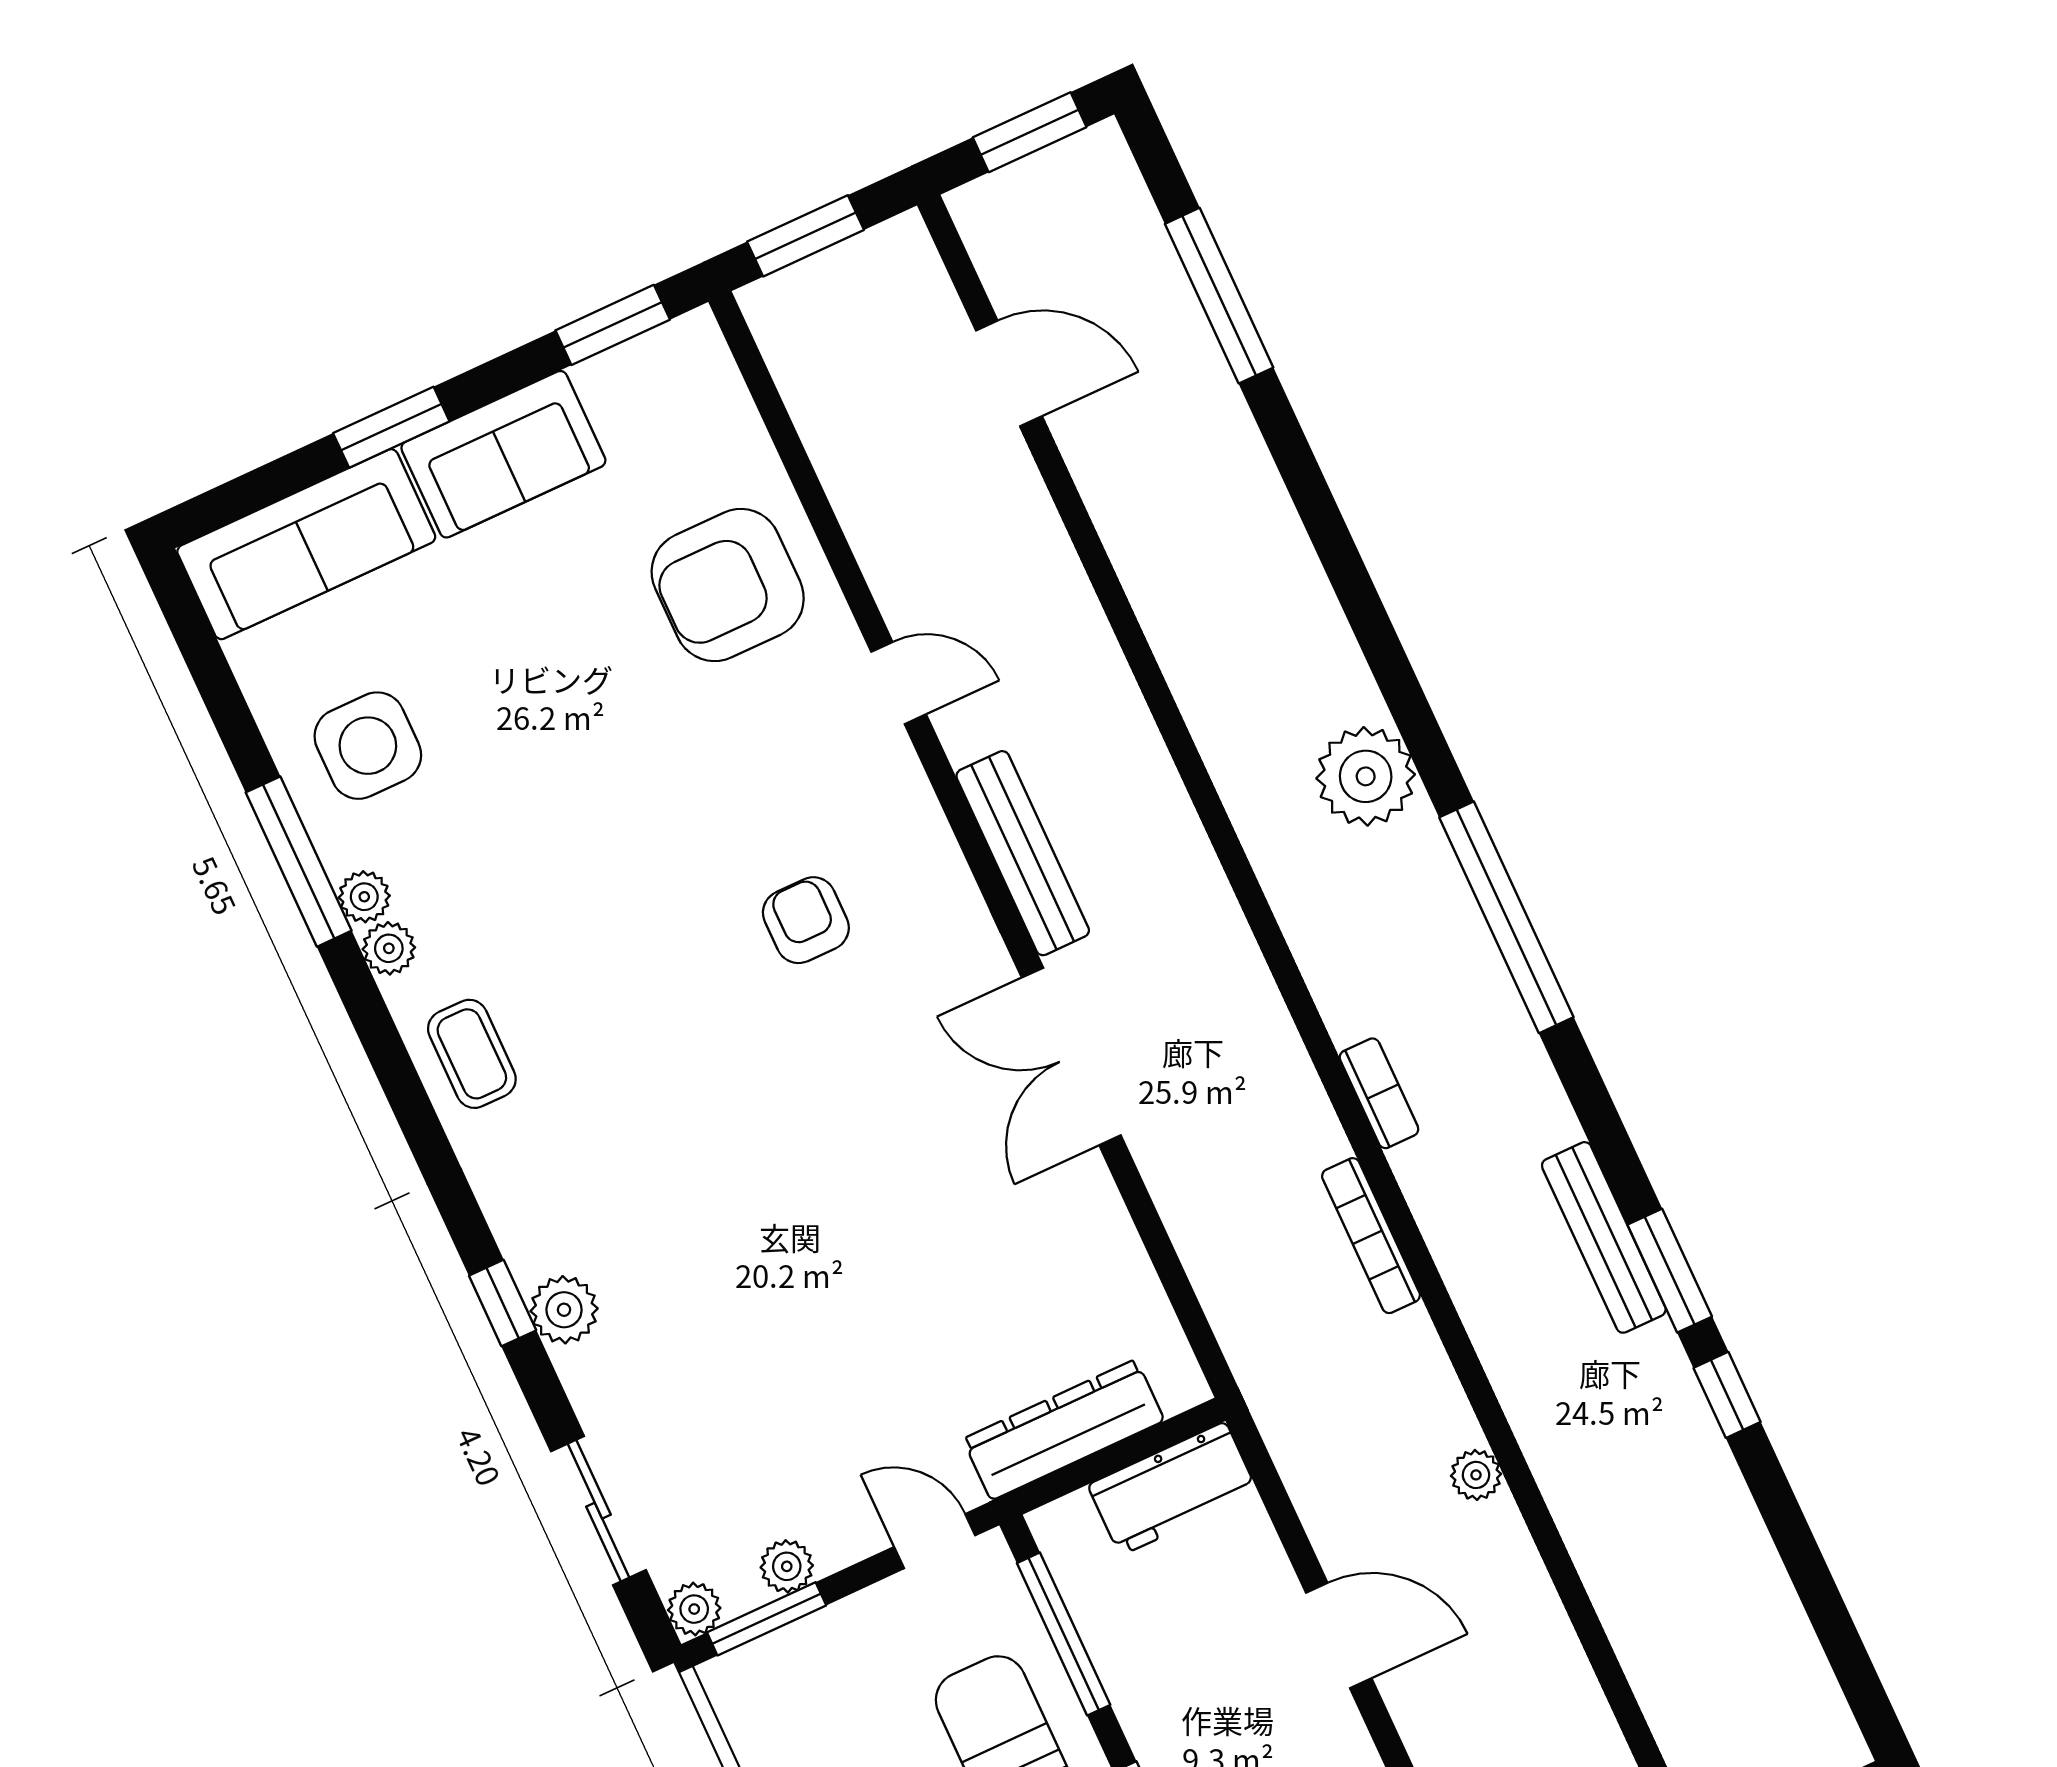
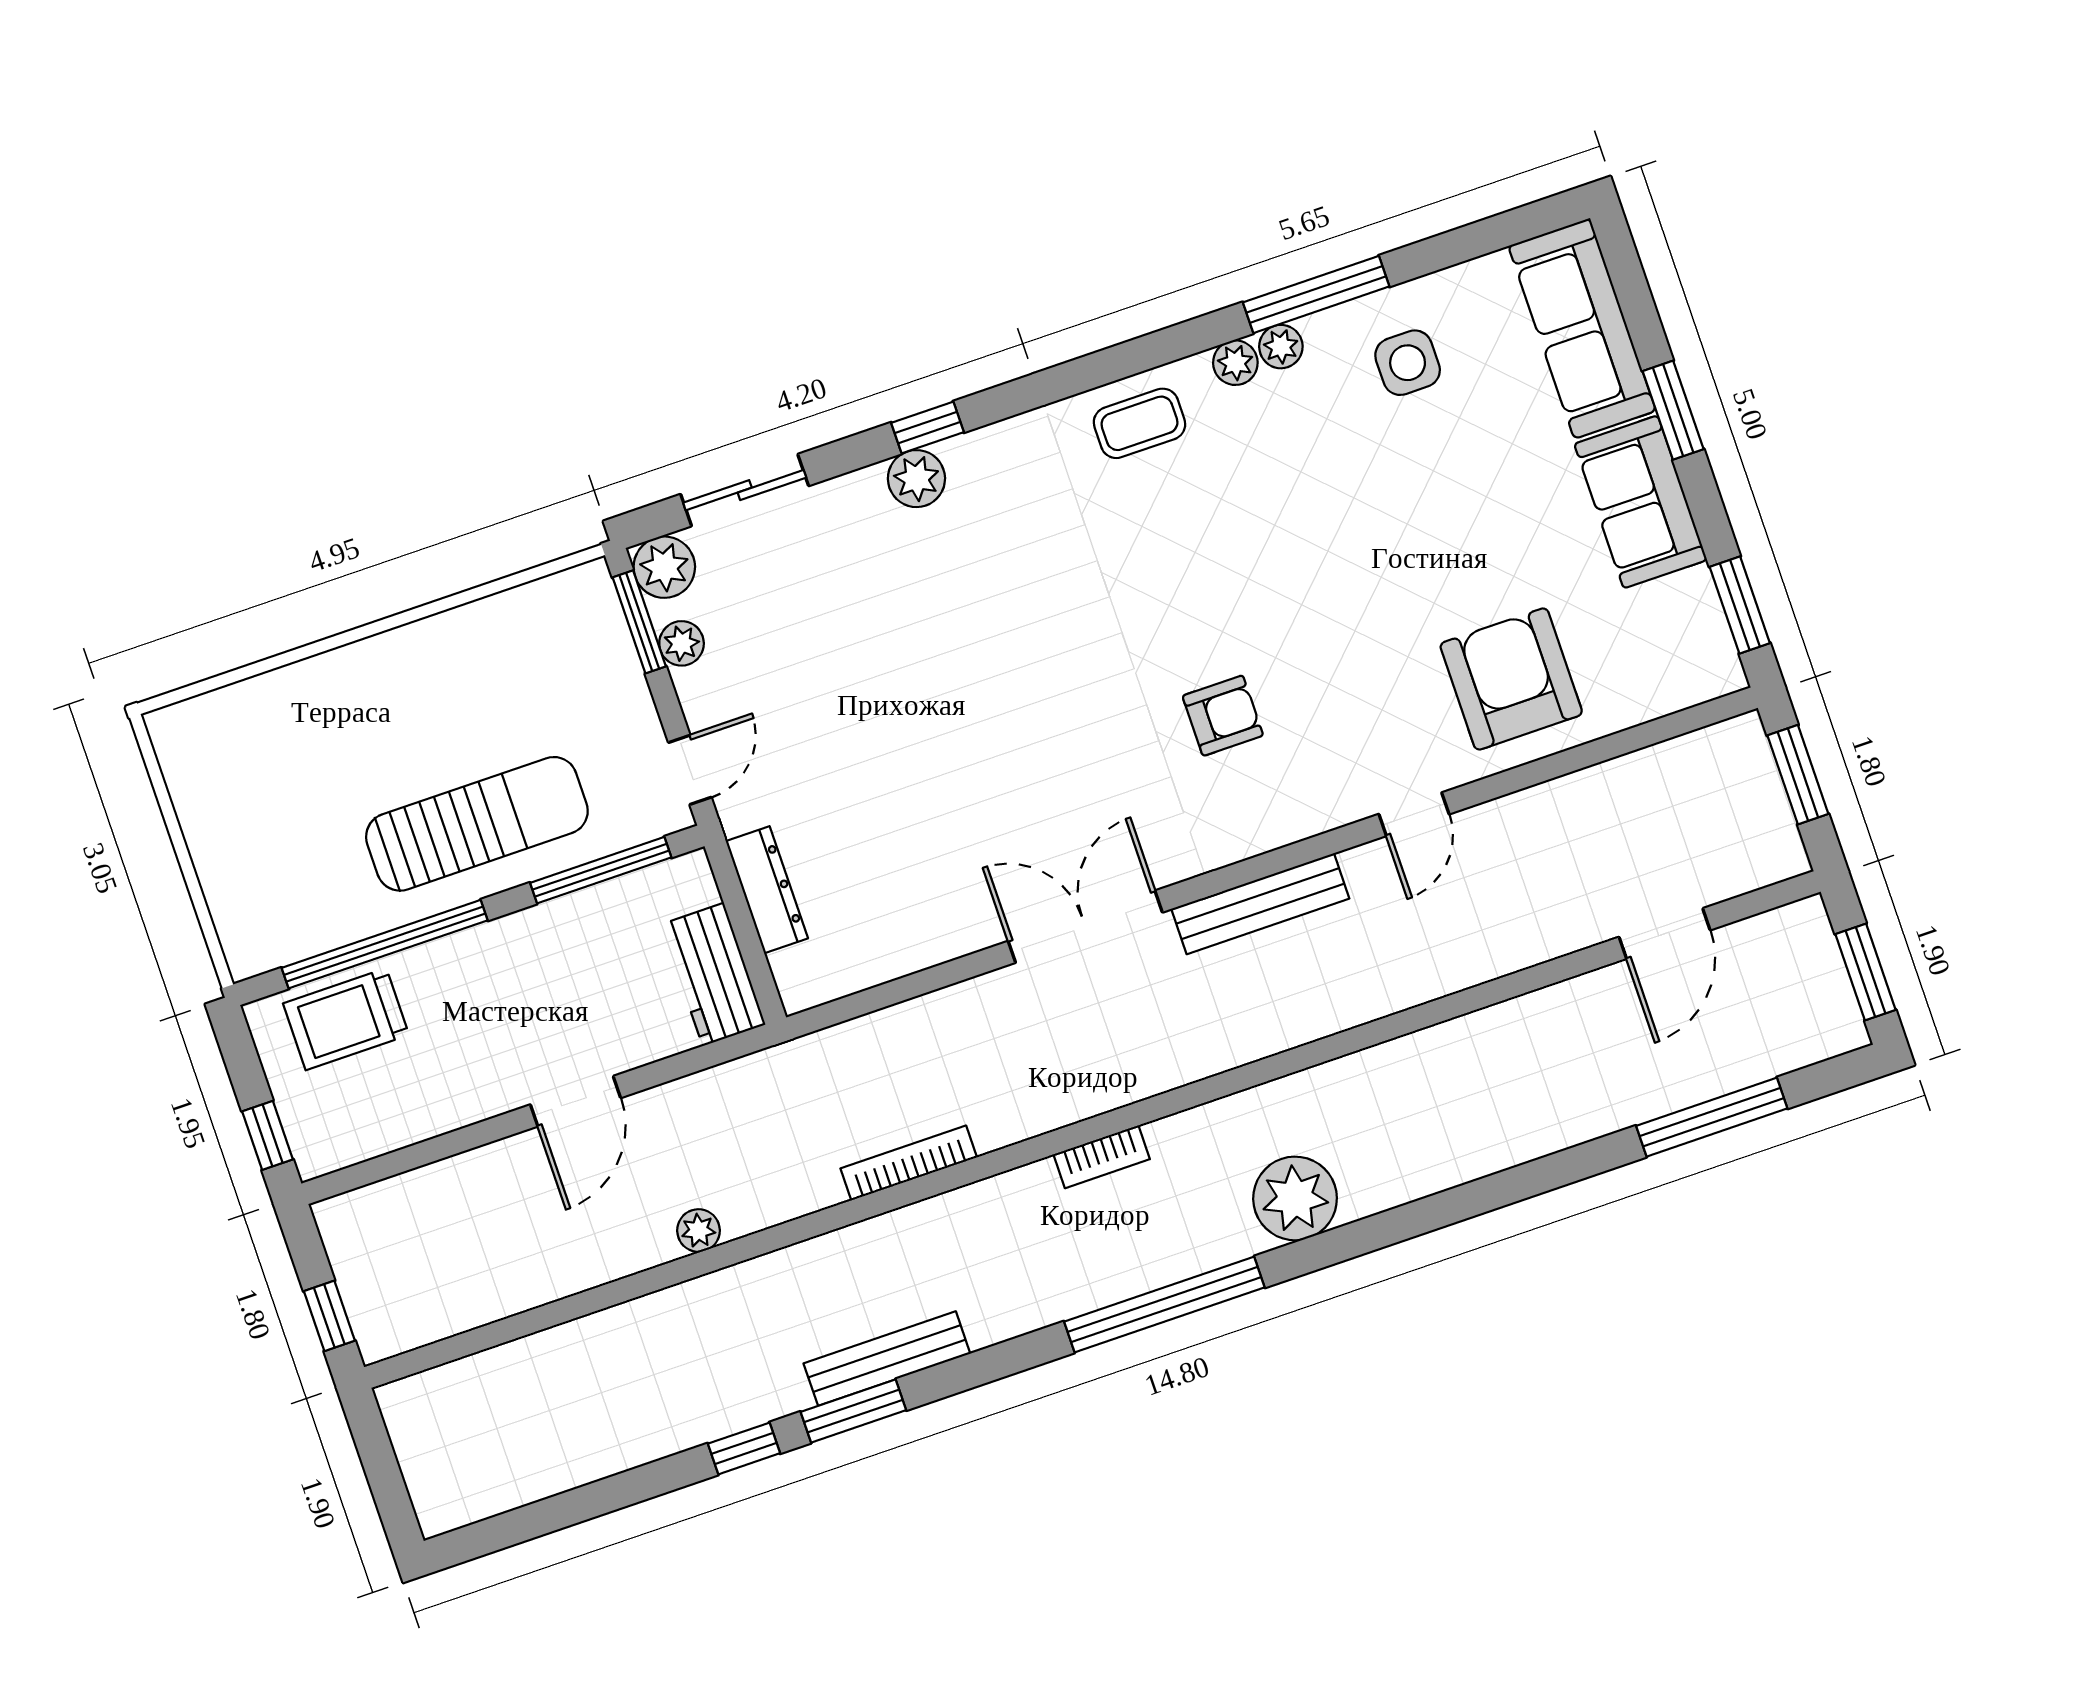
side table: (368, 746) -> (1408, 363), width x0.73, depth x0.73
bookcase: (1379, 1093) -> (1102, 1157), moved
dresser: (1064, 1430) -> (767, 890), width x0.73, depth x0.80
plant: (694, 1609) -> (664, 567), width x1.38, depth x1.38

